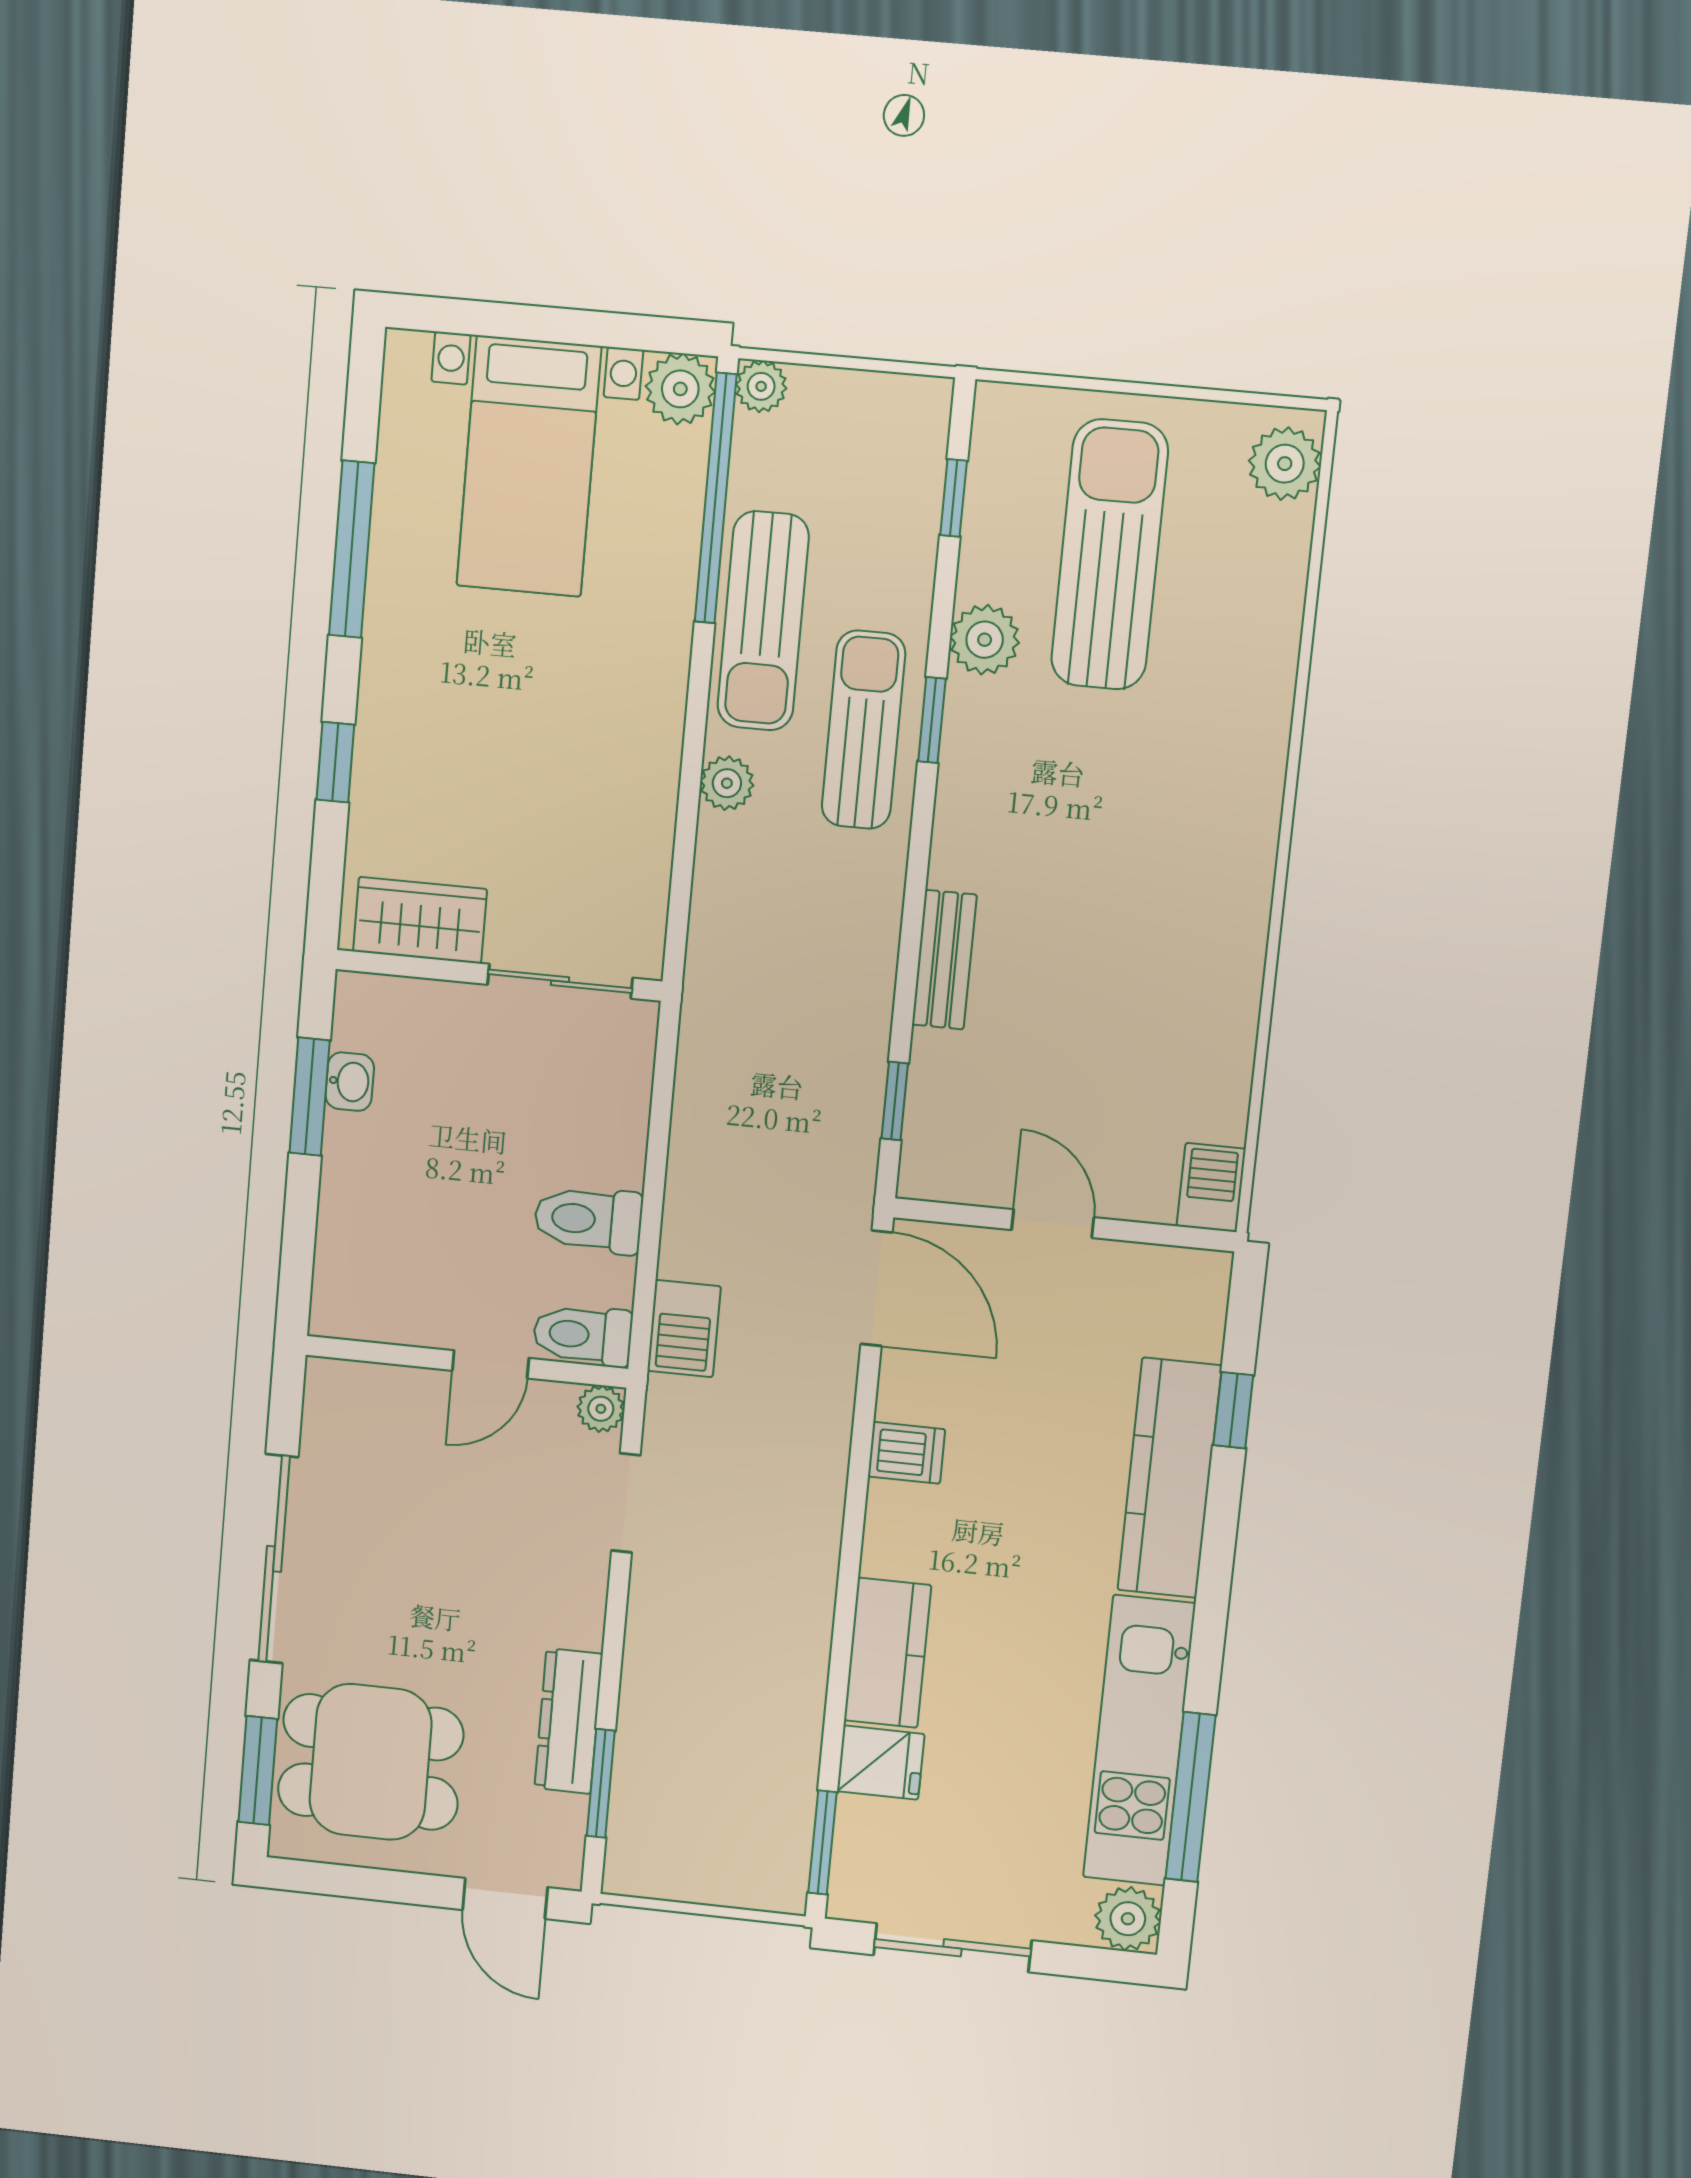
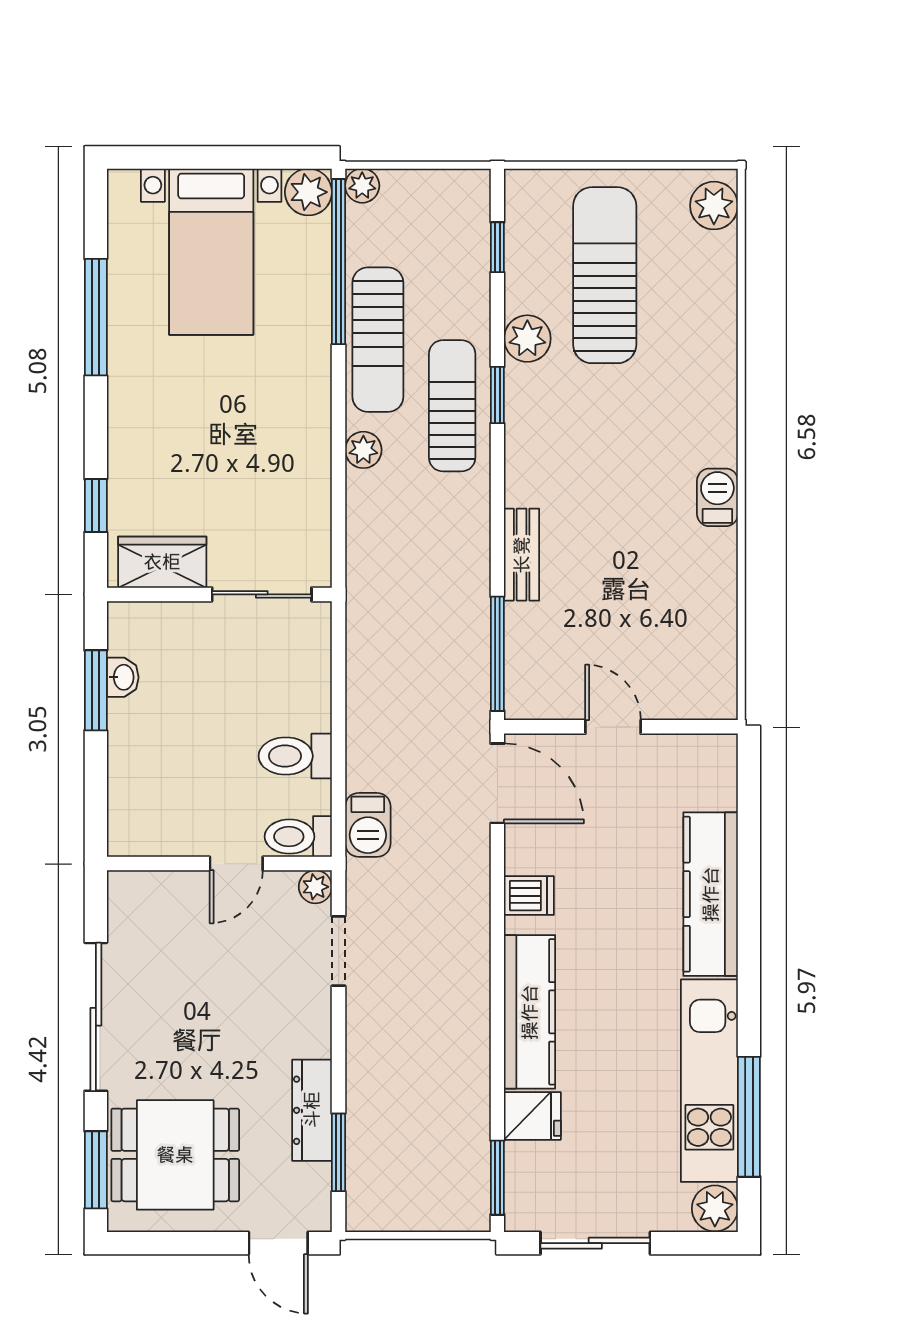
window: (335, 762) -> (96, 506), moved
window: (895, 1101) -> (497, 654), width x2.17
barbecue: (1211, 1188) -> (717, 497), moved
window: (1233, 1410) -> (749, 843), removed
kitchen counter: (888, 1653) -> (530, 1012), width x1.50

